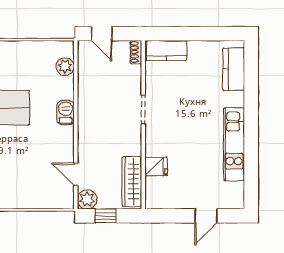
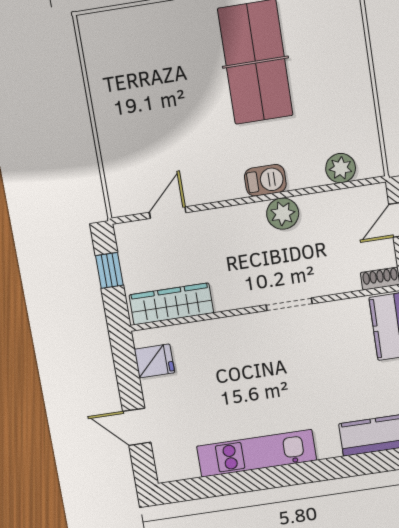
fridge: (156, 167) -> (154, 361), moved, turned -90
plant: (87, 199) -> (283, 214), moved

